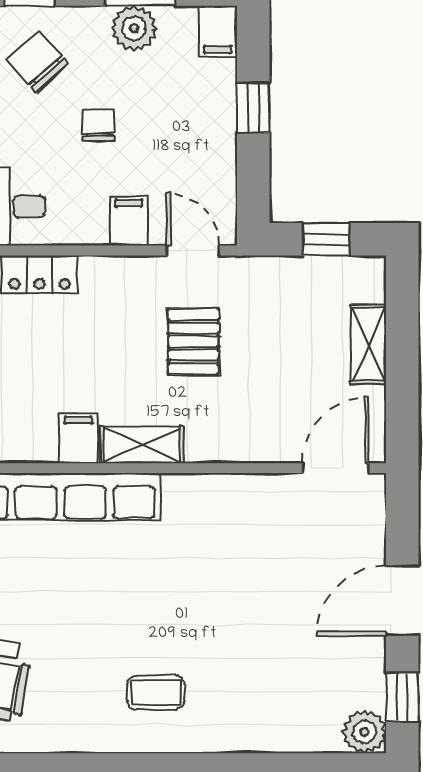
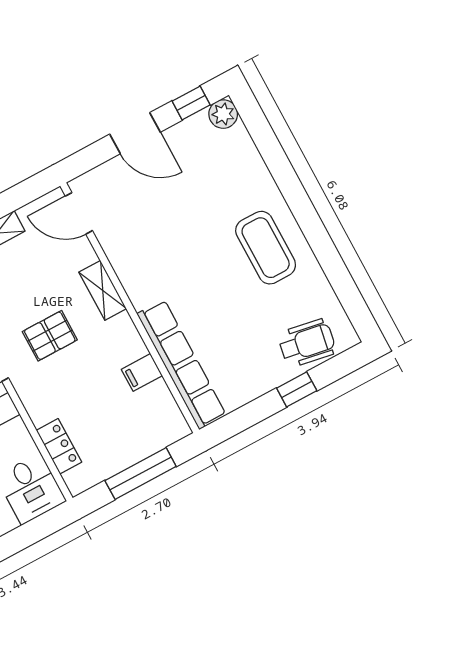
shelving: (142, 445) -> (103, 290), moved
coffee table: (156, 692) -> (266, 248), width x1.86, depth x1.72

